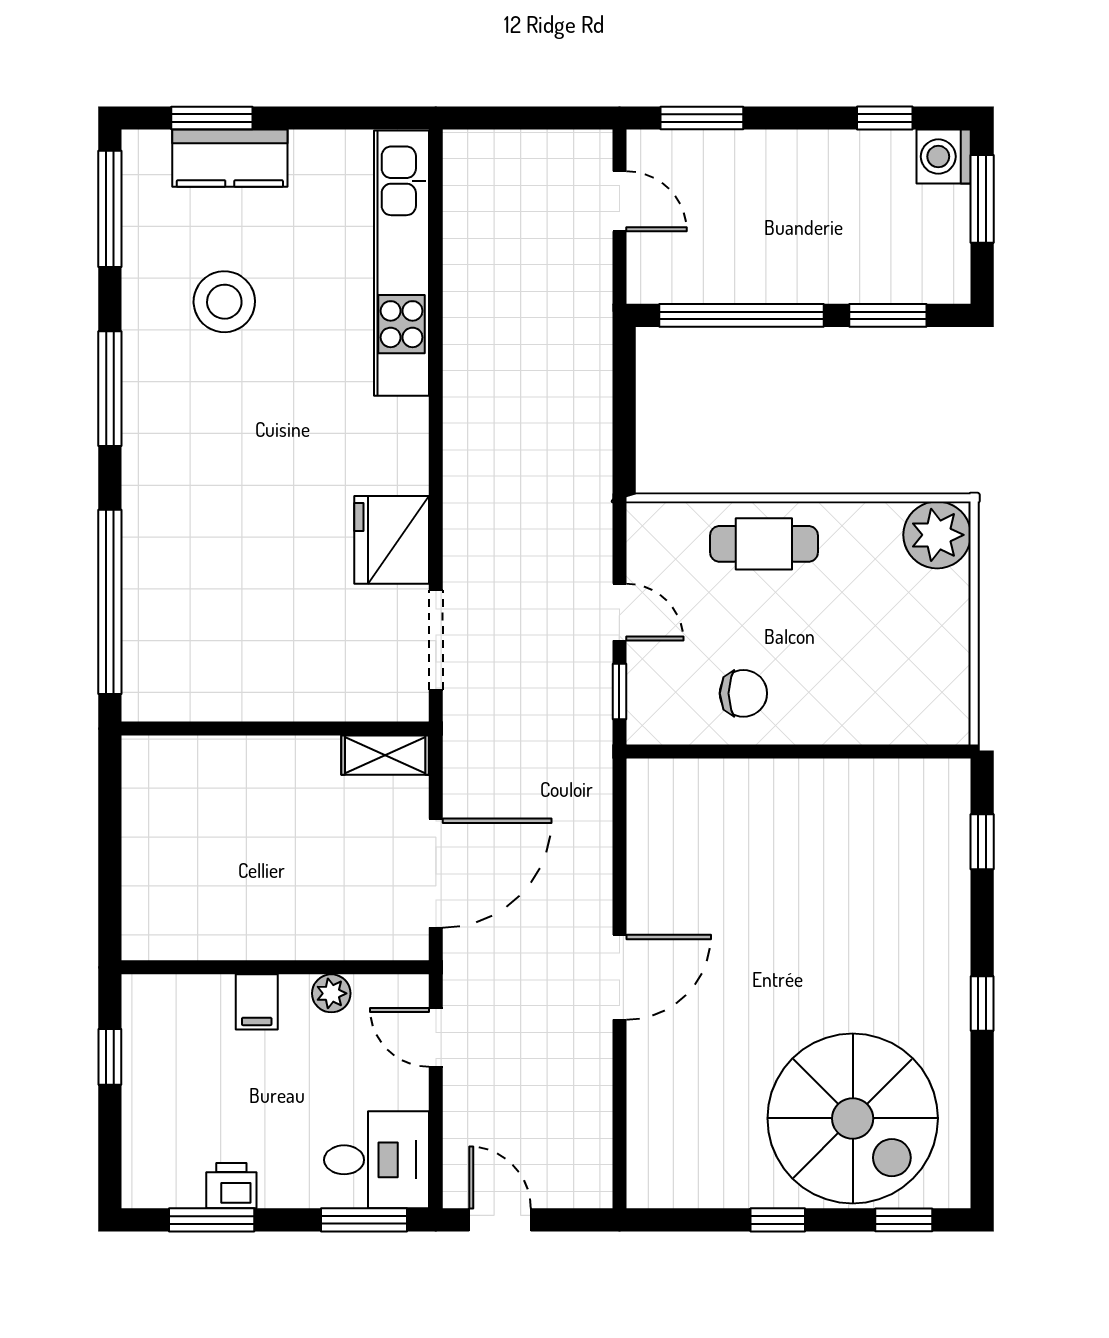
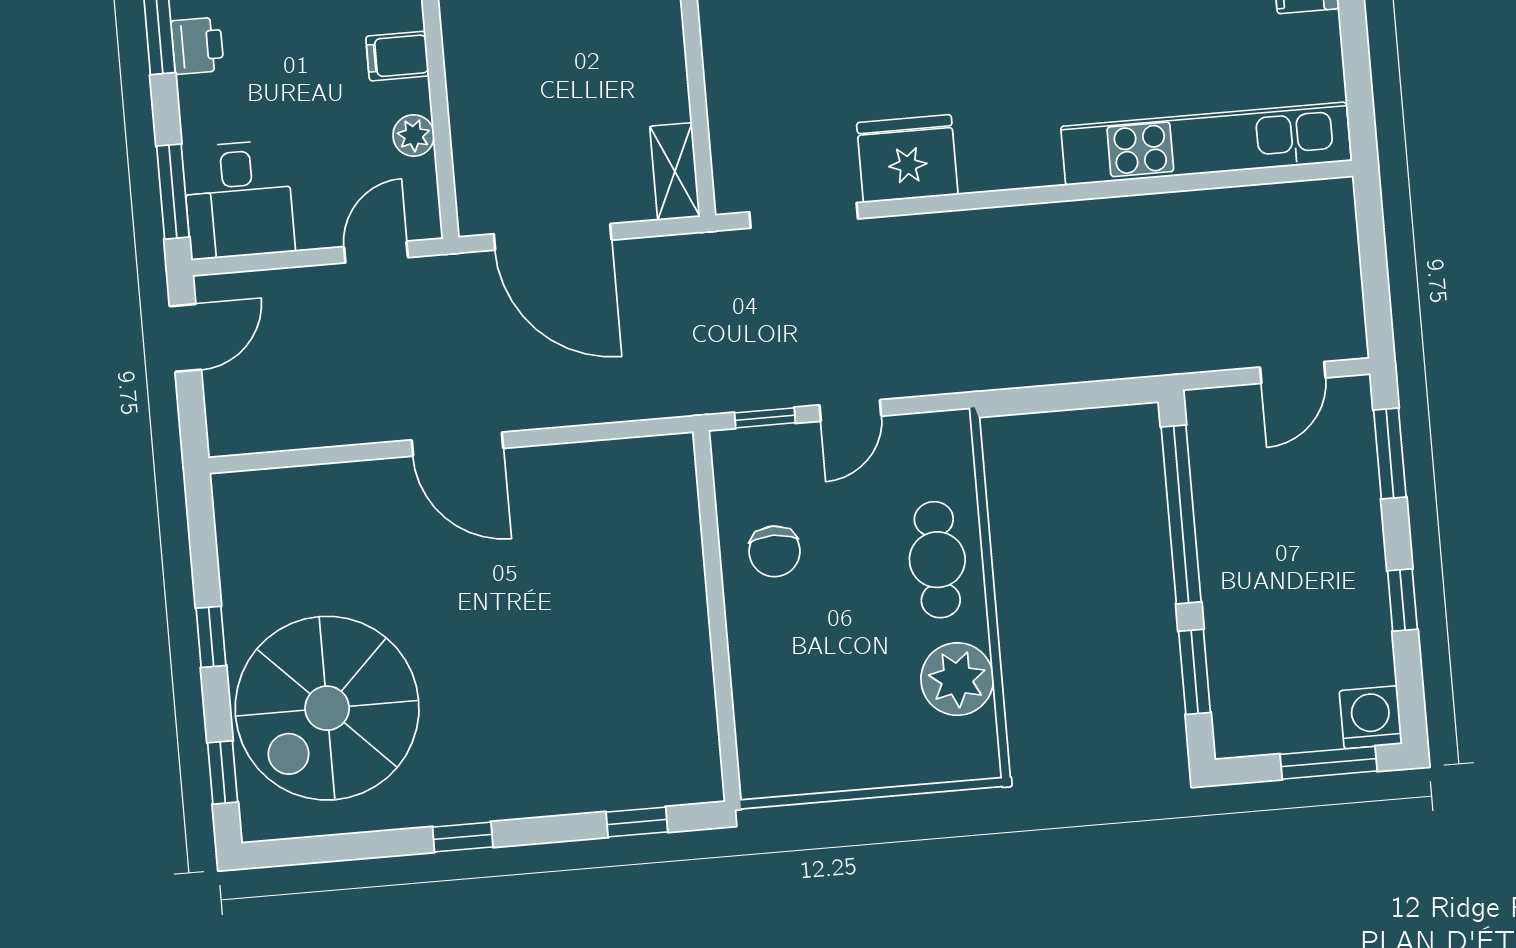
window: (885, 118) -> (1402, 600), moved
plant: (937, 535) -> (957, 679), moved

